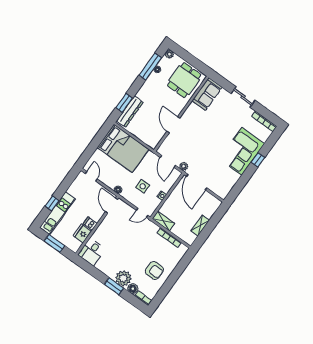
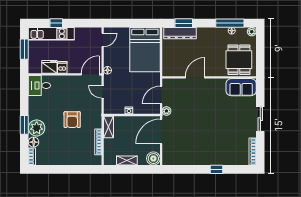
dining table: (184, 80) -> (239, 60), turned 90
corner sofa: (242, 151) -> (214, 151), removed
side table: (143, 186) -> (125, 89), removed
boiler: (214, 204) -> (153, 159), added
door: (142, 213) -> (103, 92), moved
armchair: (154, 270) -> (72, 120), moved

